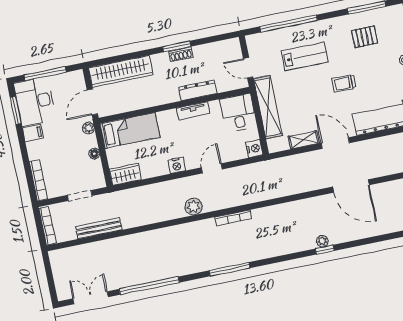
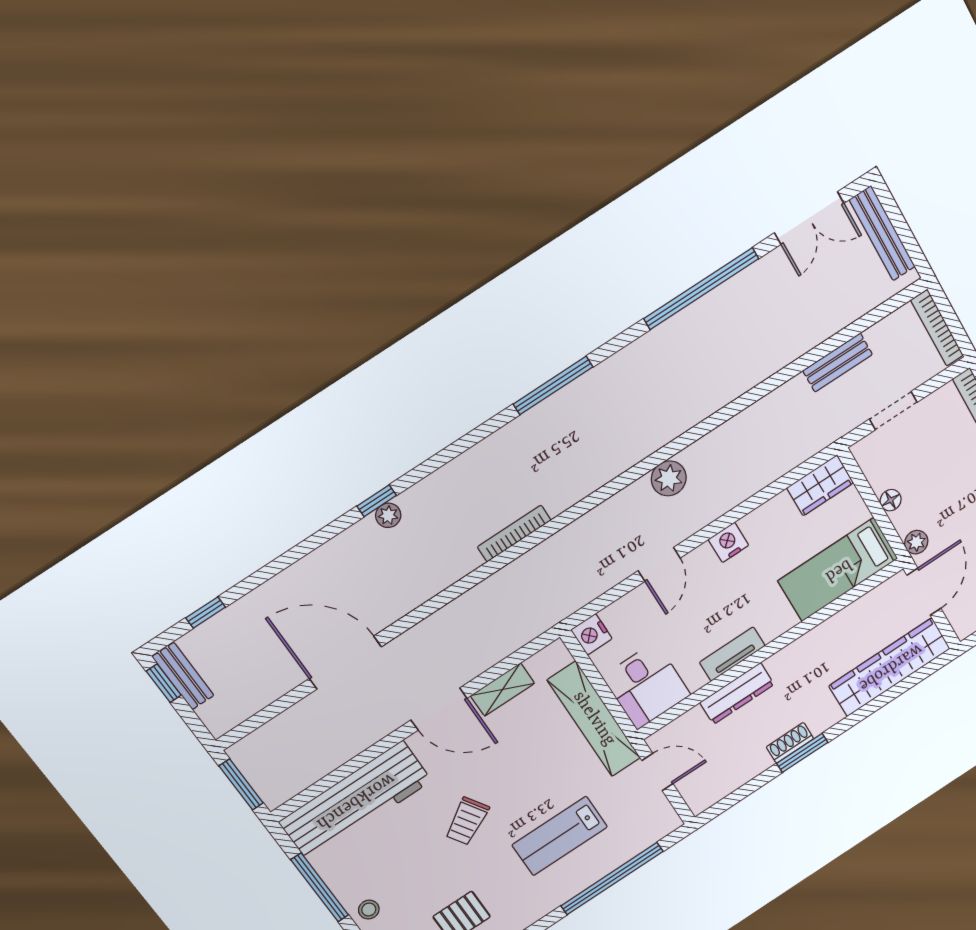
trolley: (344, 83) -> (467, 821), turned 149
door: (351, 186) -> (345, 663), moved
bookcase: (233, 218) -> (514, 534), moved
bench: (99, 228) -> (838, 363), width x0.73
bench: (60, 278) -> (882, 233), added

